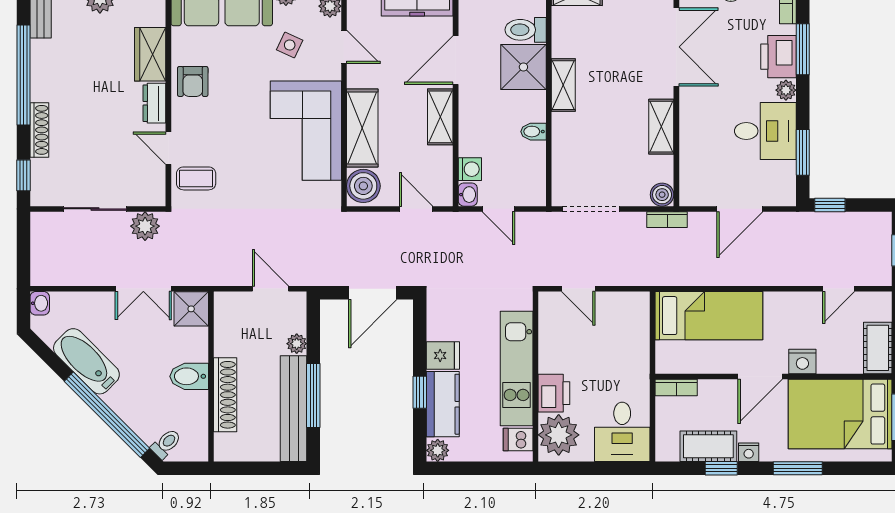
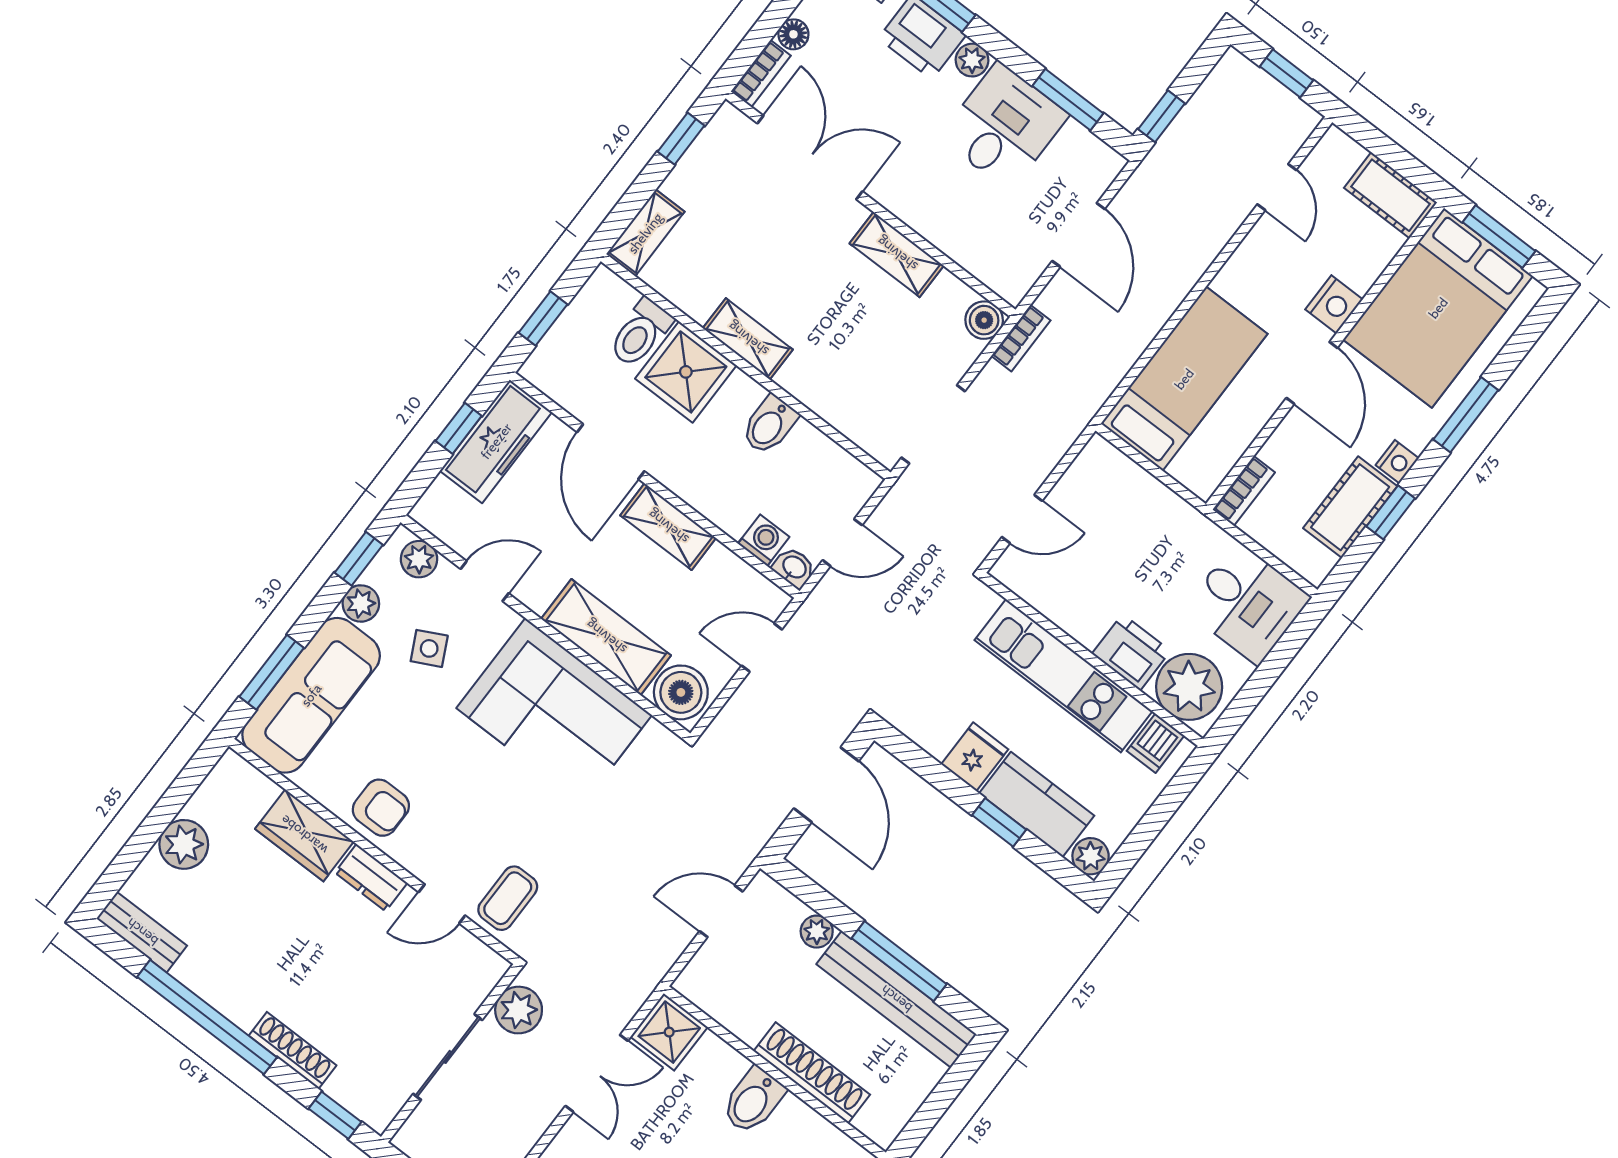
side table: (290, 45) -> (429, 648), turned 38
bidet: (534, 132) -> (769, 425), width x1.38, depth x1.36

